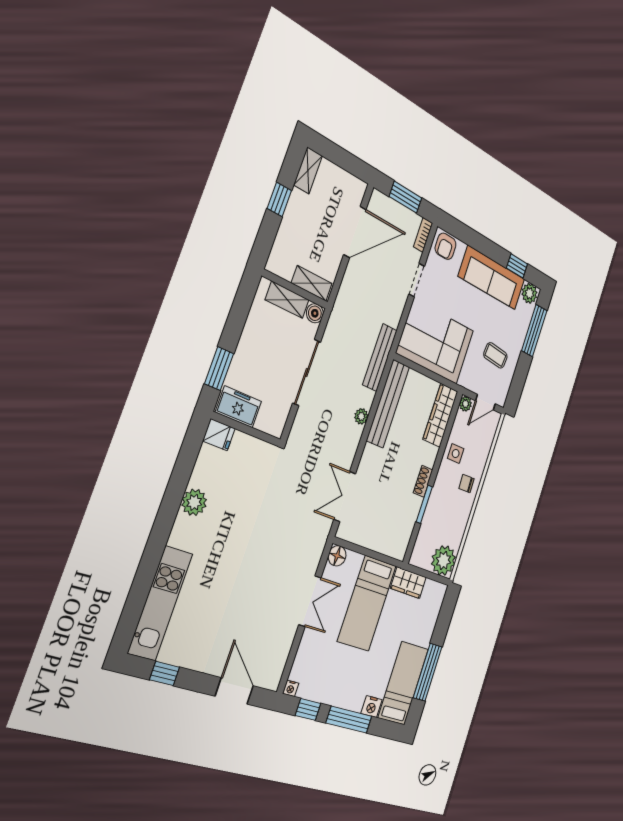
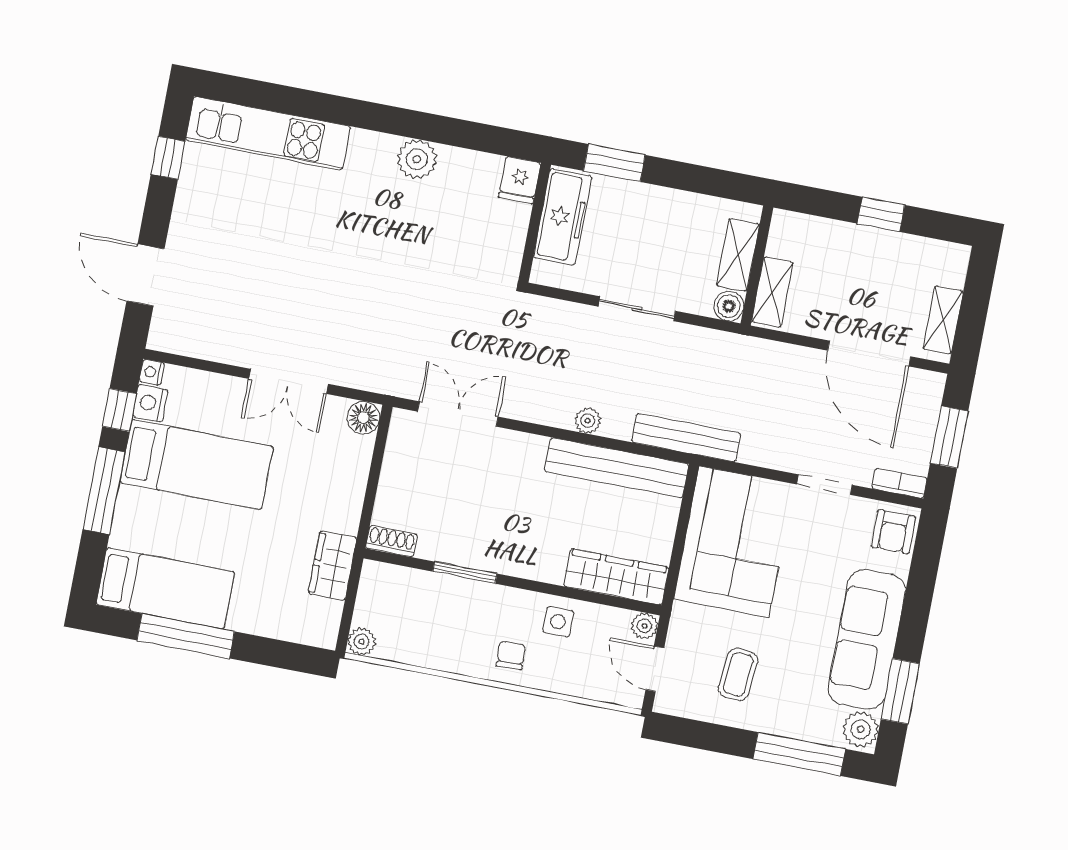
shelving: (308, 170) -> (943, 320), moved, turned 90
armchair: (446, 246) -> (893, 532), turned -90
window: (517, 266) -> (900, 691), width x1.50
sliding door: (307, 372) -> (637, 309), width x0.73
freezer: (238, 407) -> (563, 217), width x1.40
shoe rack: (423, 481) -> (392, 541), moved
plant: (444, 560) -> (362, 642), width x0.53, depth x0.53
bed: (367, 603) -> (196, 465), moved, turned 180
door: (234, 691) -> (146, 275), swing flipped
nightstand: (371, 707) -> (150, 403), moved

